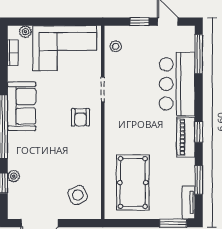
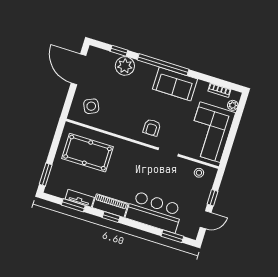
window: (199, 54) -> (172, 236), width x0.69
armchair: (80, 117) -> (152, 128), turned -90
plant: (14, 176) -> (125, 66), width x1.87, depth x1.87
tv unit: (188, 203) -> (80, 198), moved

